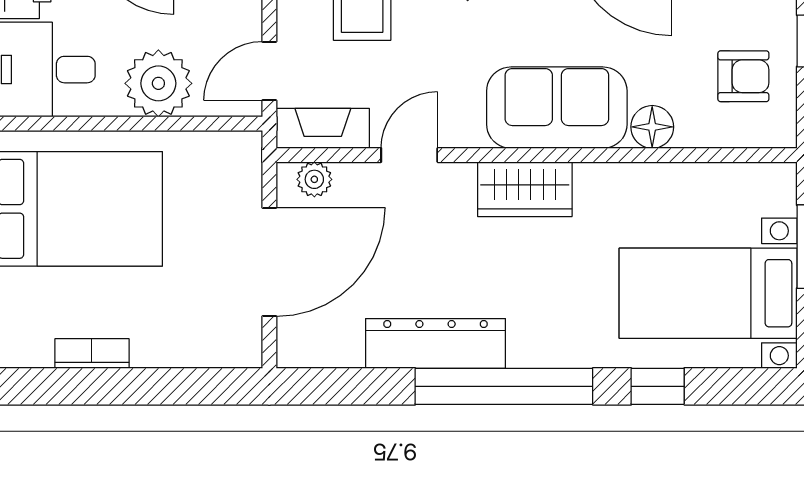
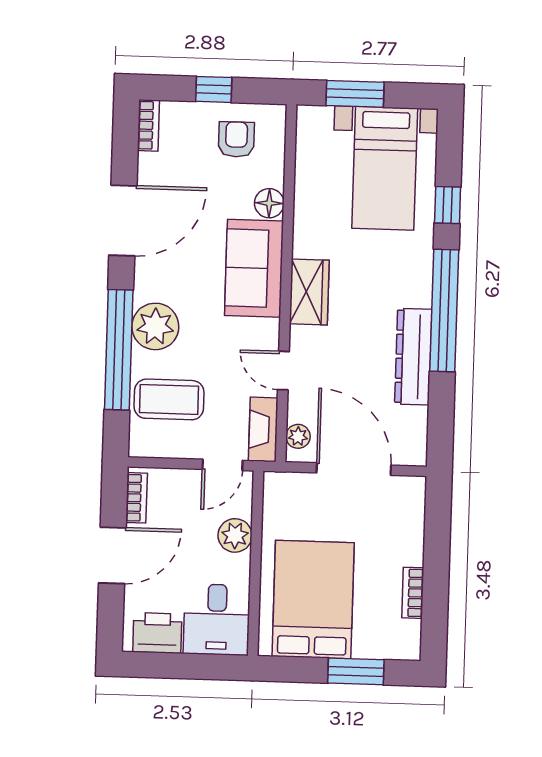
door: (269, 71) -> (223, 465), hinge flipped
plant: (158, 83) -> (235, 535), width x0.73, depth x0.73

